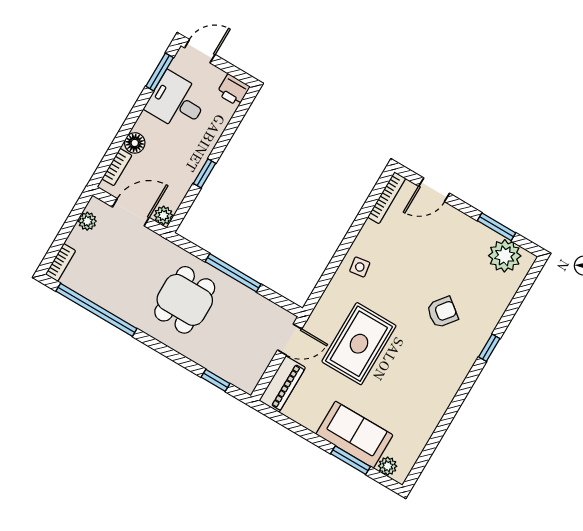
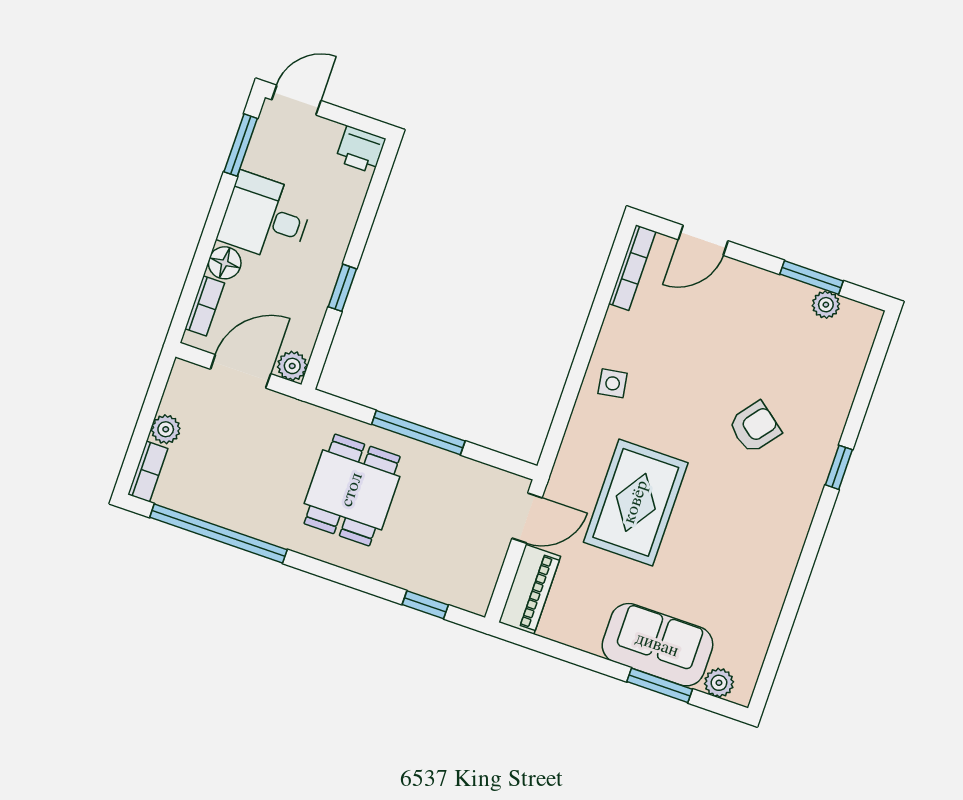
desk: (177, 102) -> (266, 217), moved
plant: (87, 221) -> (166, 429), moved
plant: (505, 256) -> (826, 305), width x0.53, depth x0.53

